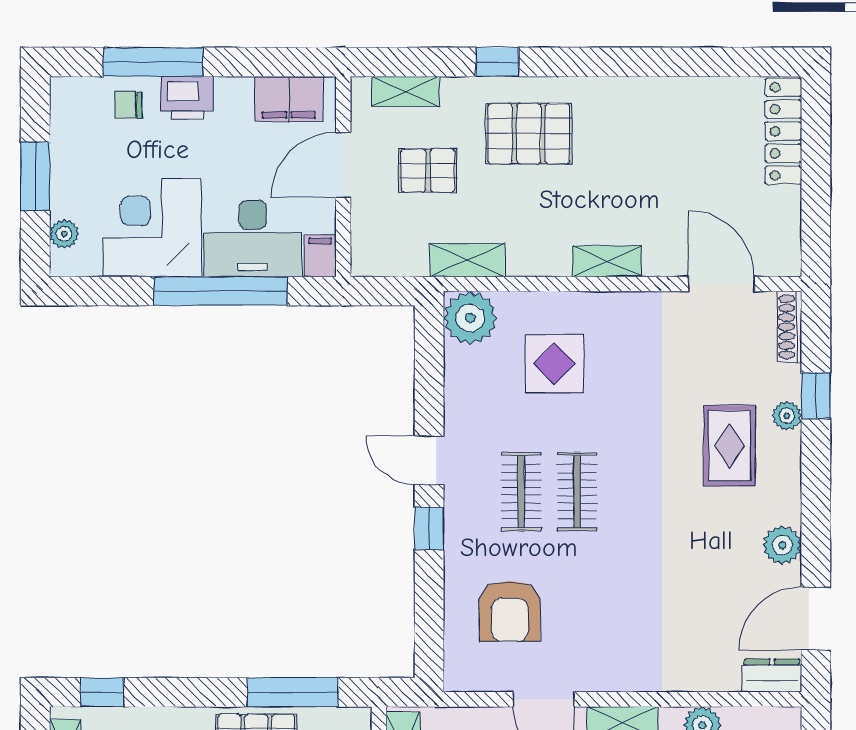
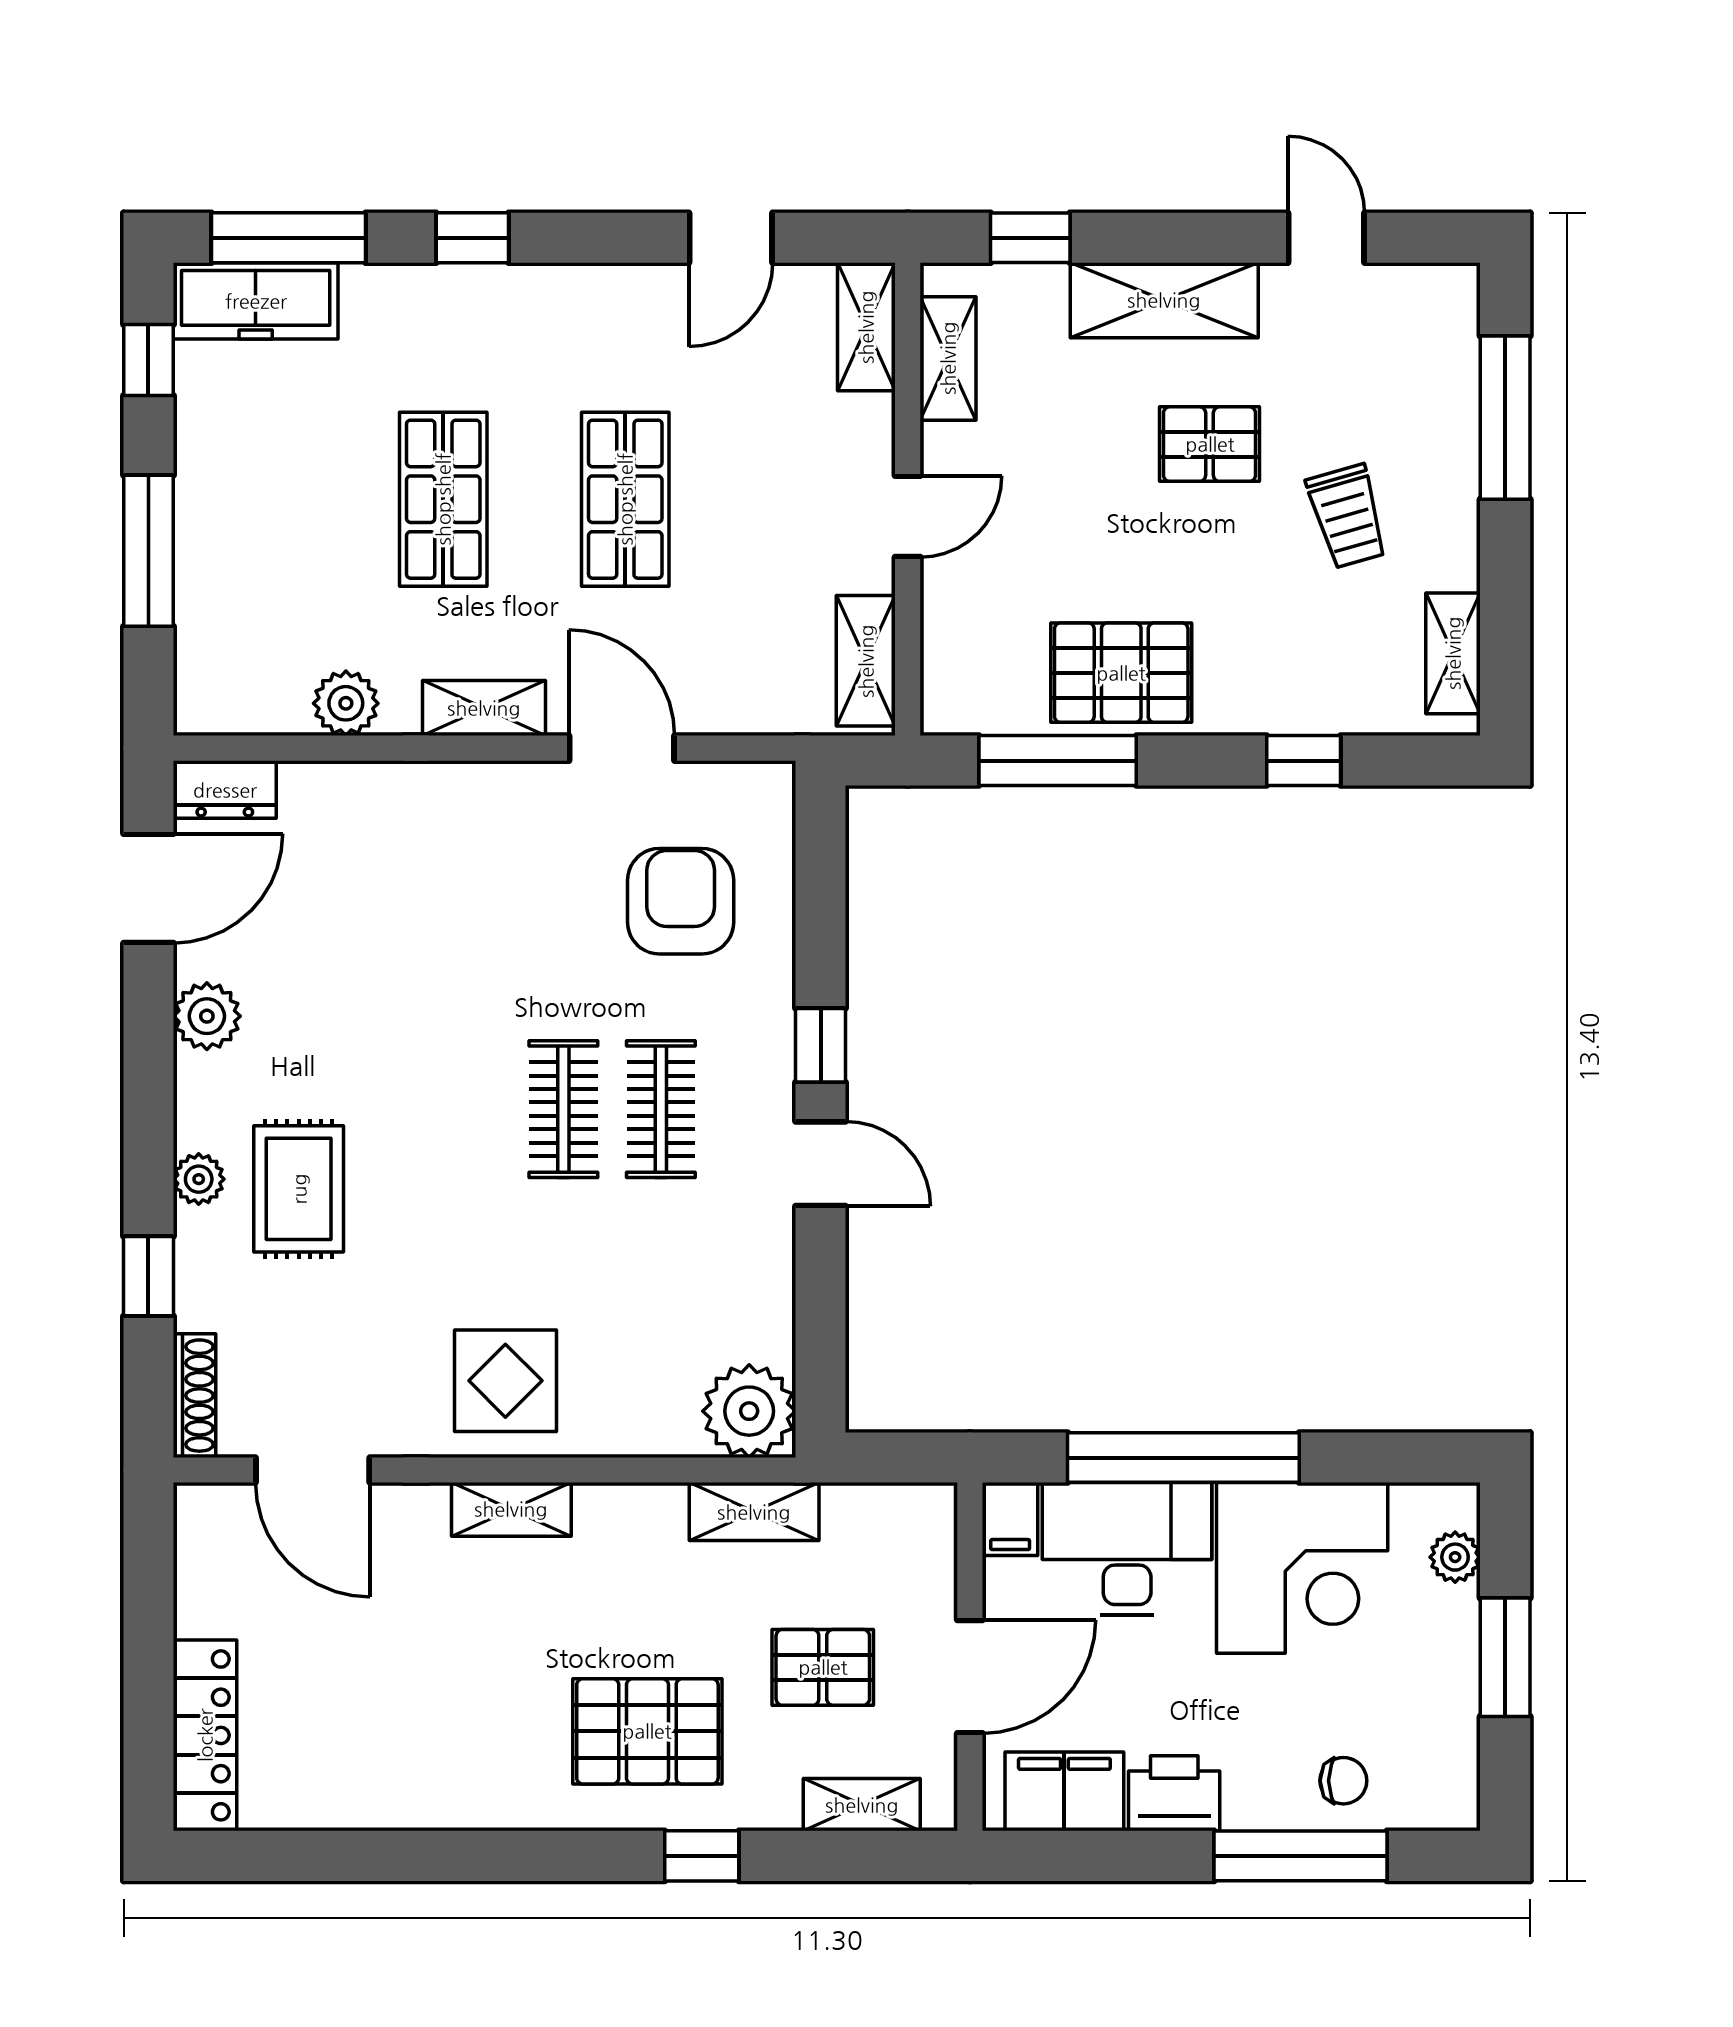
printer: (187, 98) -> (1174, 1793), moved
display table: (555, 364) -> (505, 1381), moved
plant: (787, 416) -> (199, 1179), moved
window: (102, 692) -> (1304, 761), moved

